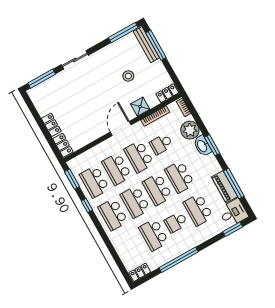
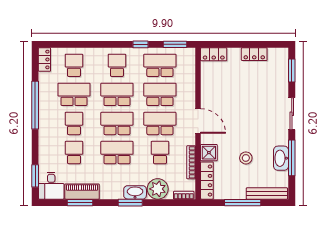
window: (123, 33) -> (292, 158), moved
window: (156, 45) -> (243, 203), moved
washbasin: (113, 49) -> (281, 158), added
window: (42, 79) -> (292, 70), width x0.69
locker: (167, 93) -> (207, 181), width x1.53
locker: (51, 125) -> (254, 54), moved
window: (234, 184) -> (80, 203), width x0.69
school desk: (198, 210) -> (74, 153), width x0.54
school desk: (113, 214) -> (117, 65), width x0.54
school desk: (132, 247) -> (74, 65), added

